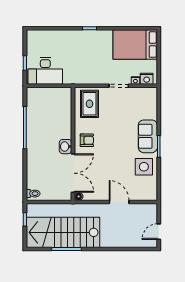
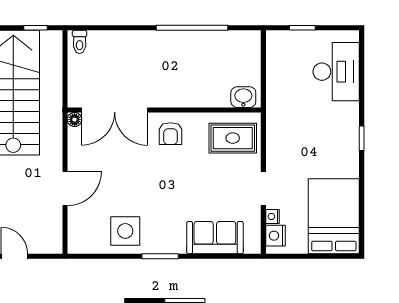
desk: (45, 71) -> (336, 72), moved, turned 180
sofa: (148, 136) -> (215, 238), moved
washbasin: (65, 147) -> (243, 97), moved

